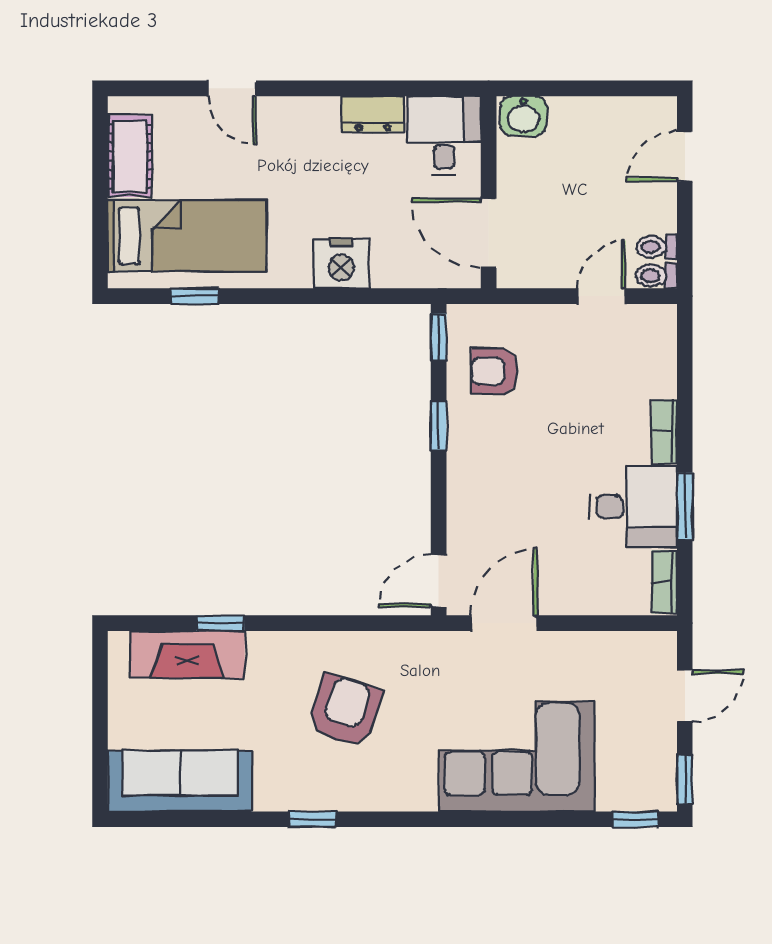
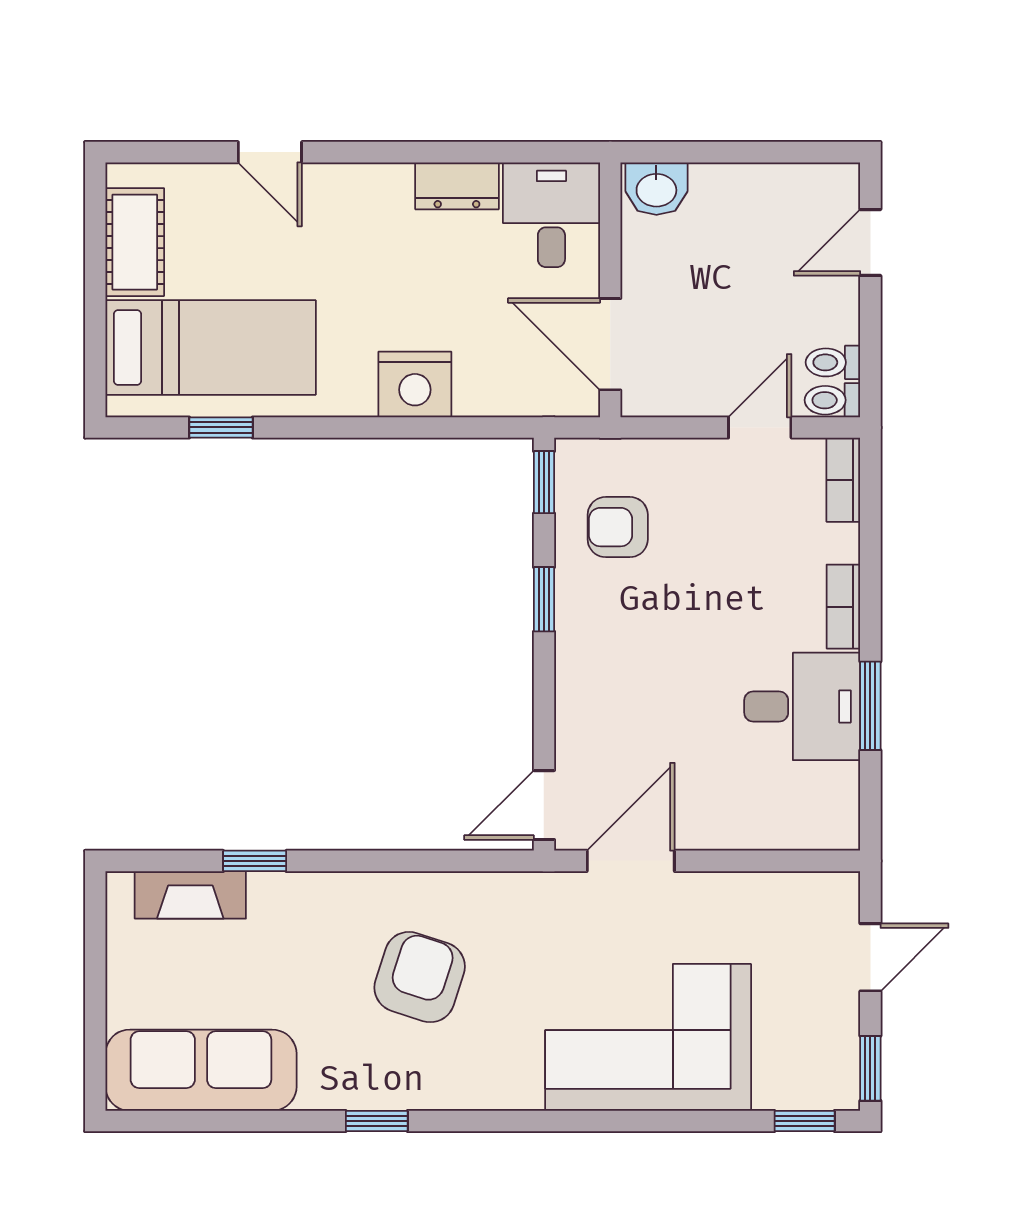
bookcase: (664, 582) -> (843, 480), moved
fireplace: (187, 654) -> (190, 895), width x0.73, depth x0.76

